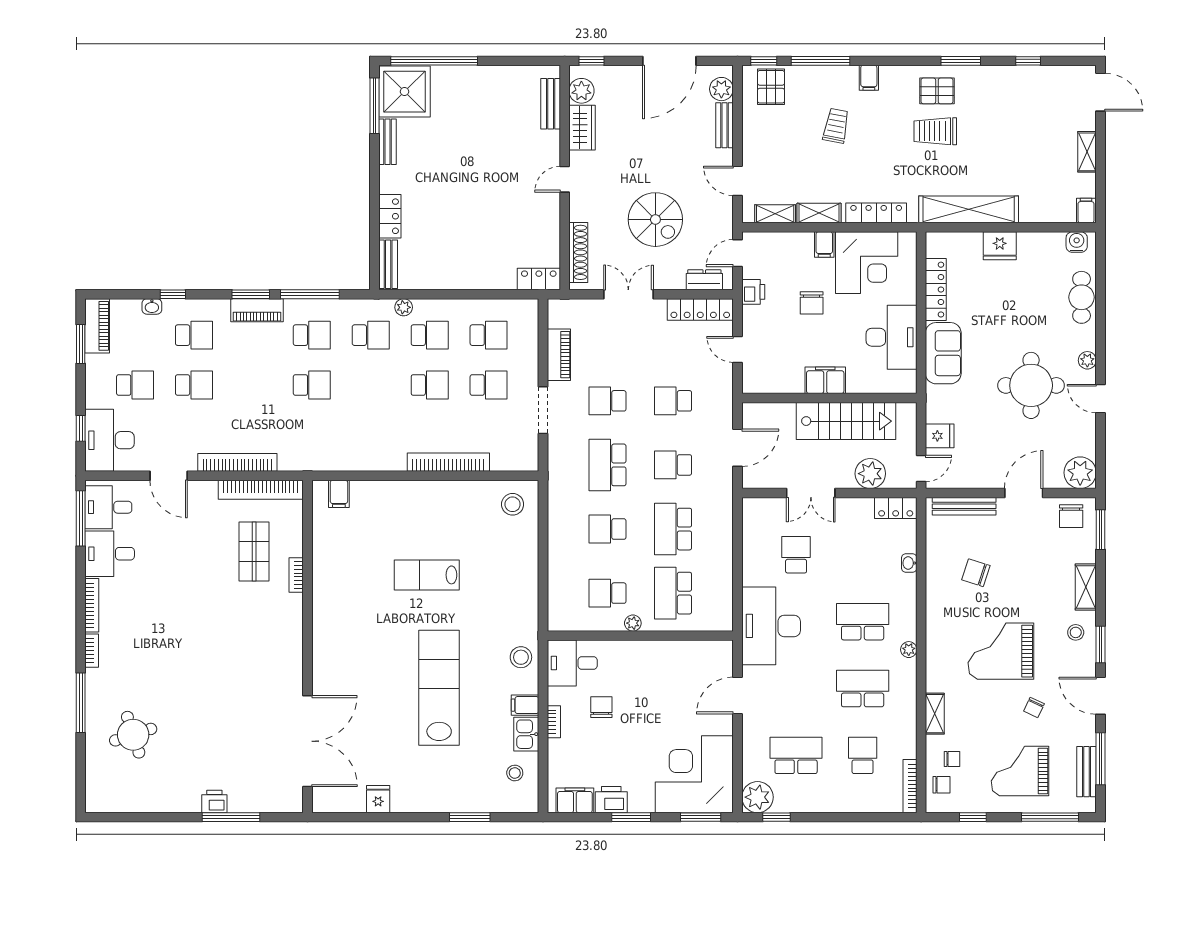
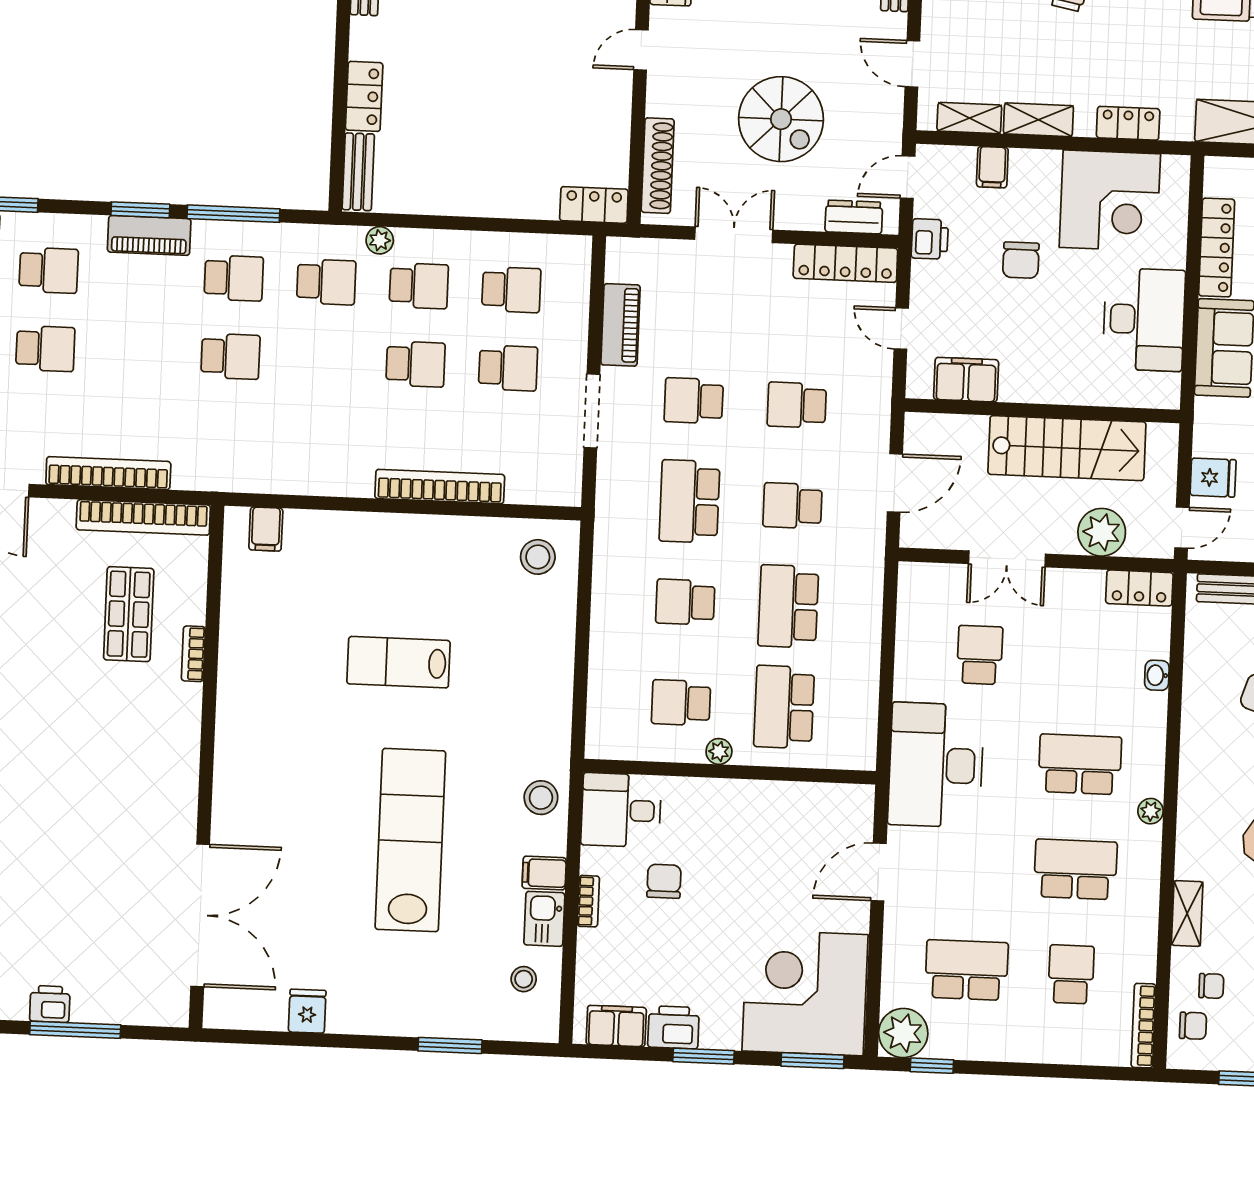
locker: (876, 213) -> (1128, 123), width x0.66
filing cabinet: (824, 244) -> (992, 167), moved
filing cabinet: (825, 380) -> (966, 380), moved

